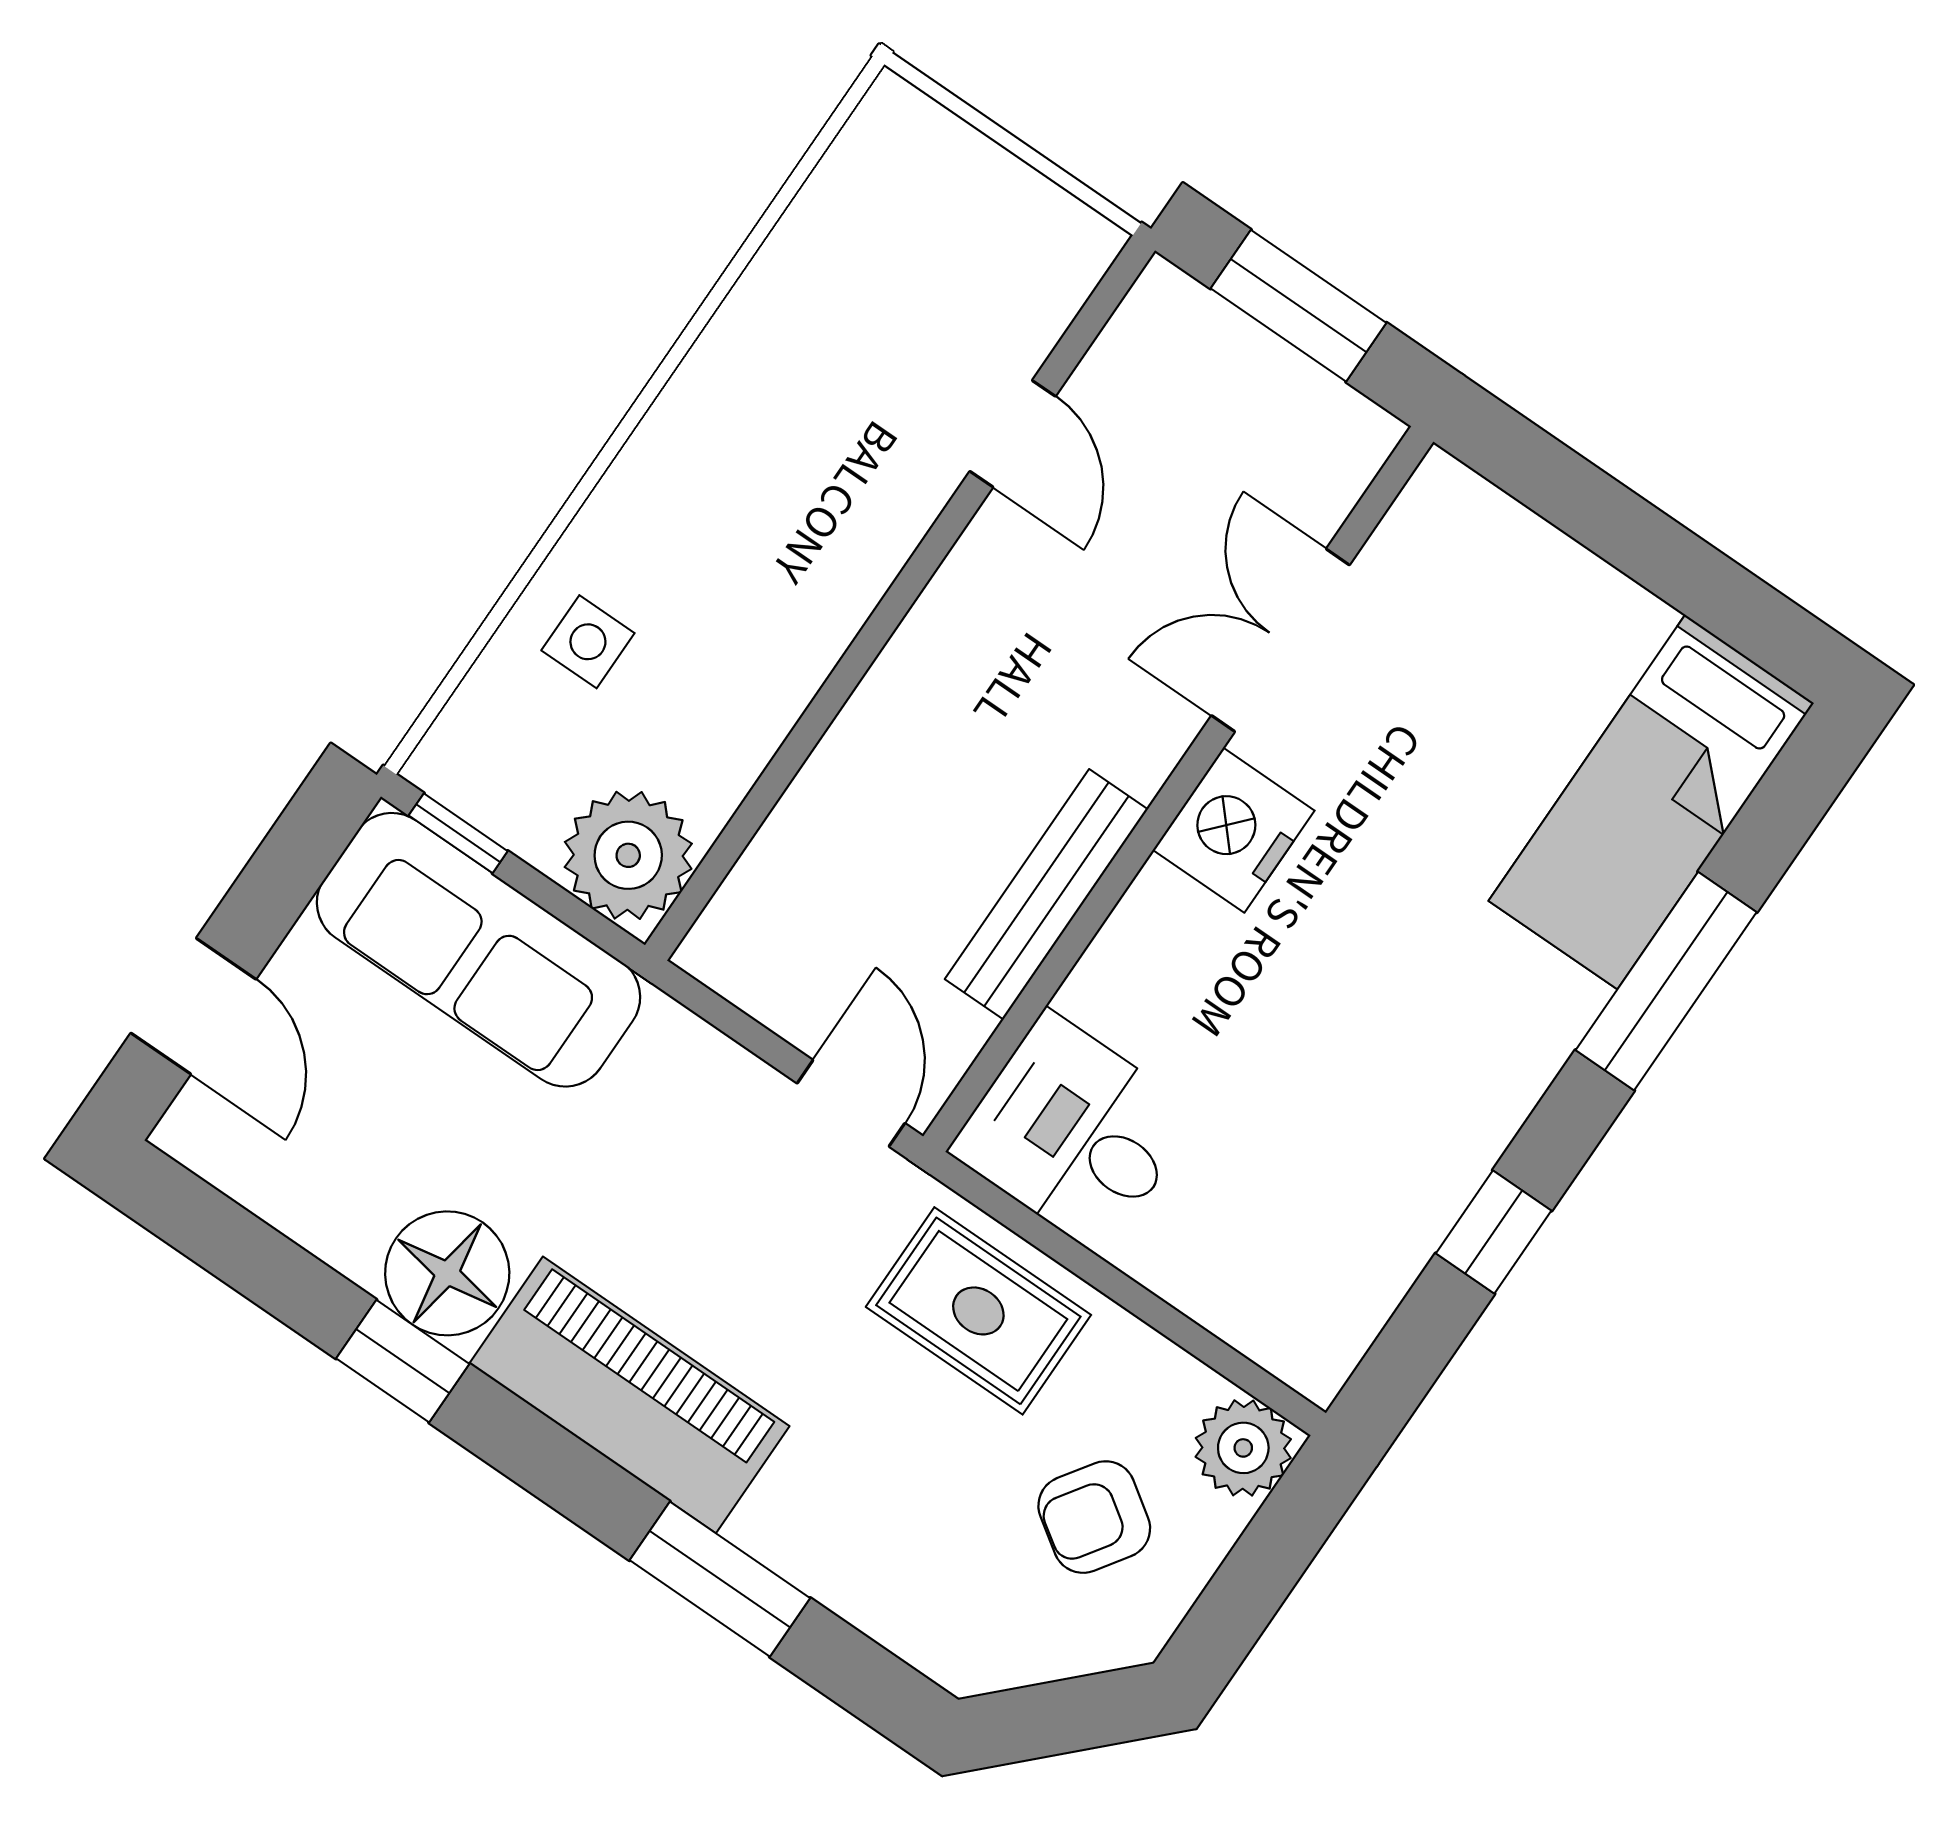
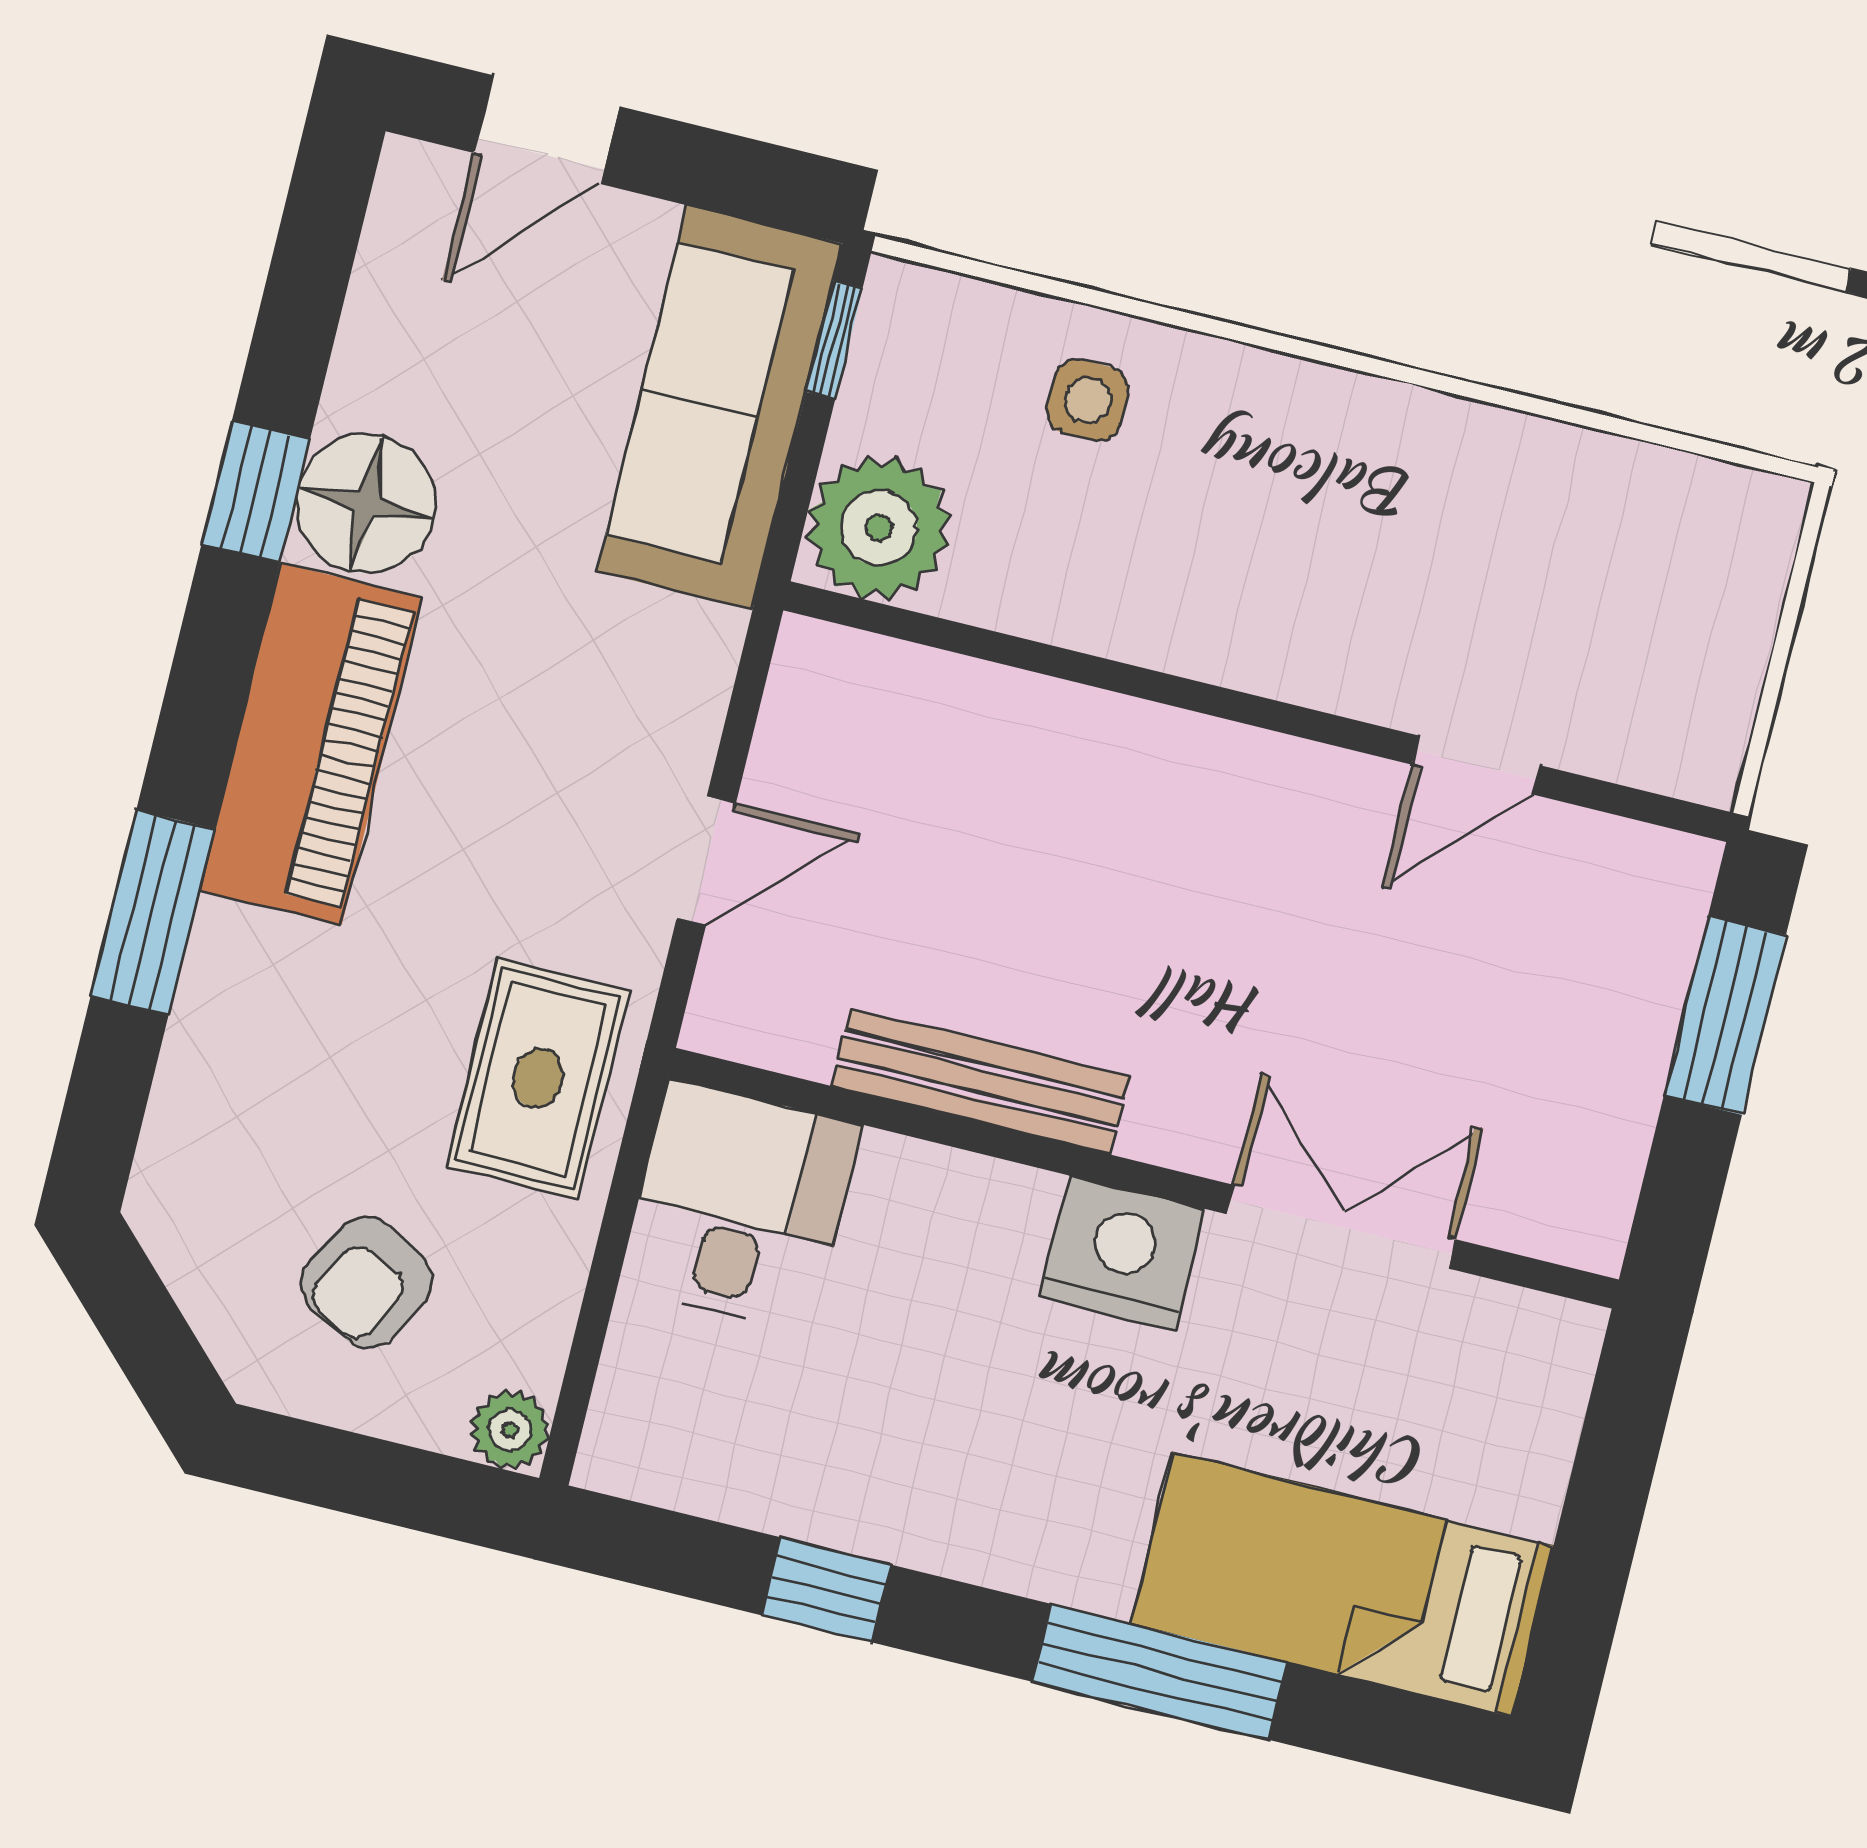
double door: (1280, 640) -> (1341, 1227), moved
wall: (1178, 789) -> (1144, 1178), moved
nightstand: (1234, 830) -> (1123, 1253), moved
bench: (1046, 894) -> (980, 1081), moved
desk: (1074, 1133) -> (740, 1206), moved
plant: (1243, 1448) -> (510, 1430), width x0.73, depth x0.73
armchair: (1094, 1517) -> (367, 1282), turned -95

